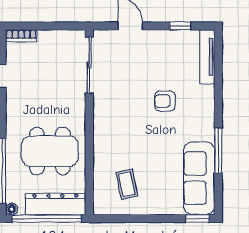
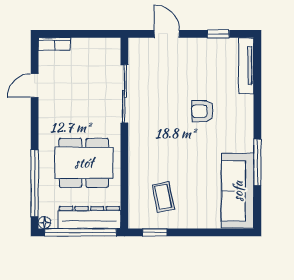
sliding door: (89, 65) -> (124, 94), moved
window: (197, 219) -> (155, 232), moved

